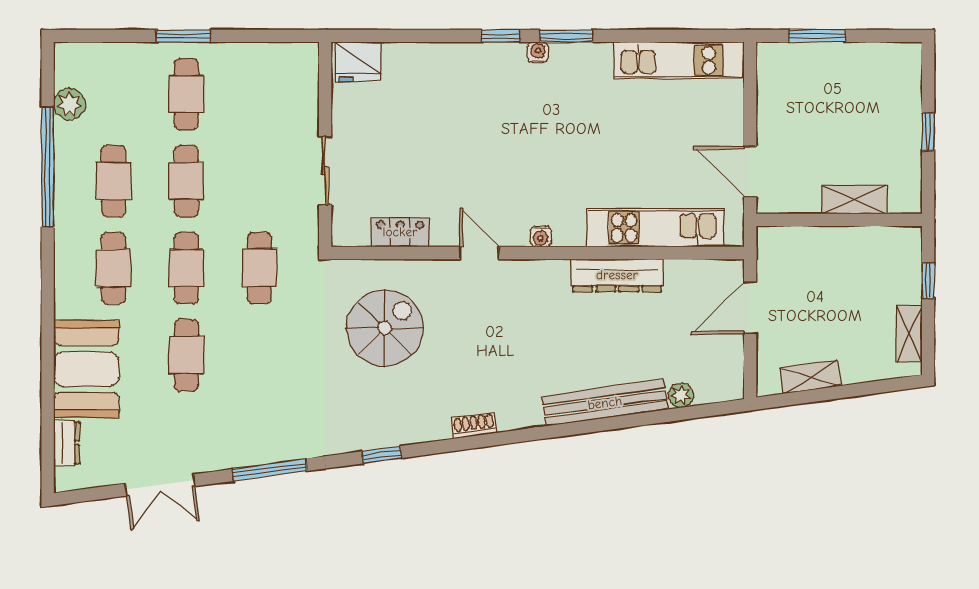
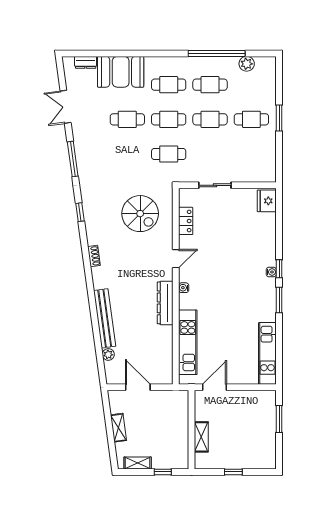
water cooler: (538, 52) -> (271, 272), moved
dresser: (617, 275) -> (165, 303), moved
door: (750, 308) -> (138, 387), moved
shelving: (810, 377) -> (119, 428), moved

